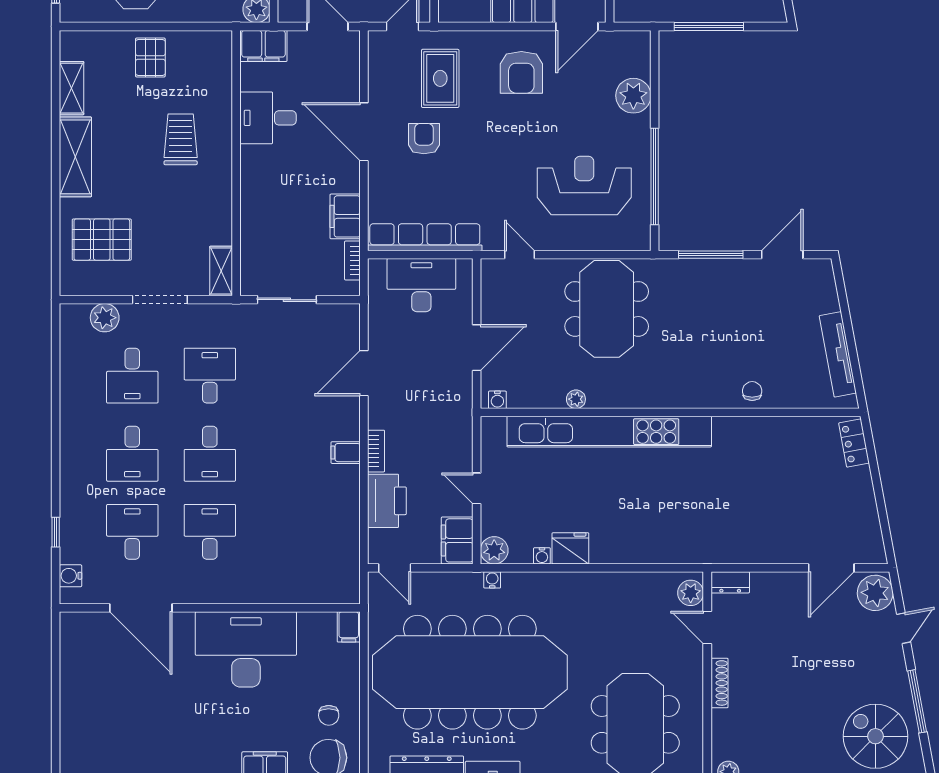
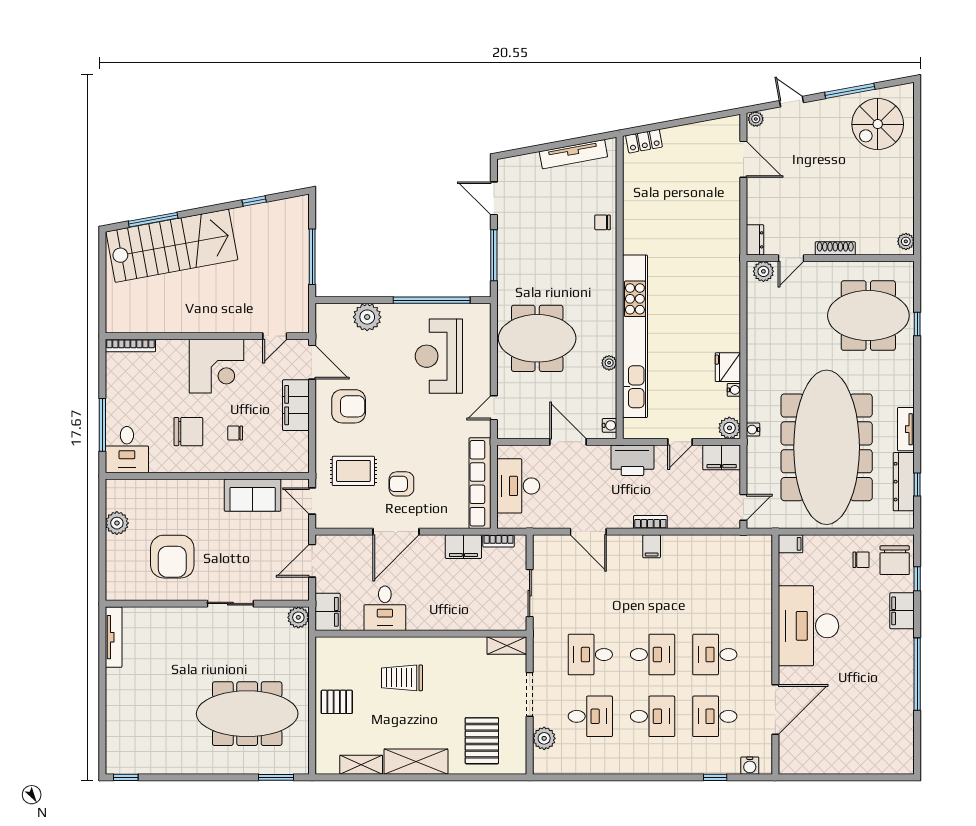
printer: (387, 501) -> (632, 460), moved, turned 180
plant: (875, 593) -> (756, 119), width x0.53, depth x0.53

